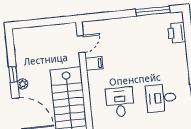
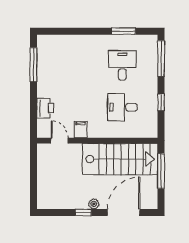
printer: (177, 33) -> (45, 108), moved, turned -90
desk: (161, 98) -> (122, 65), turned 180

